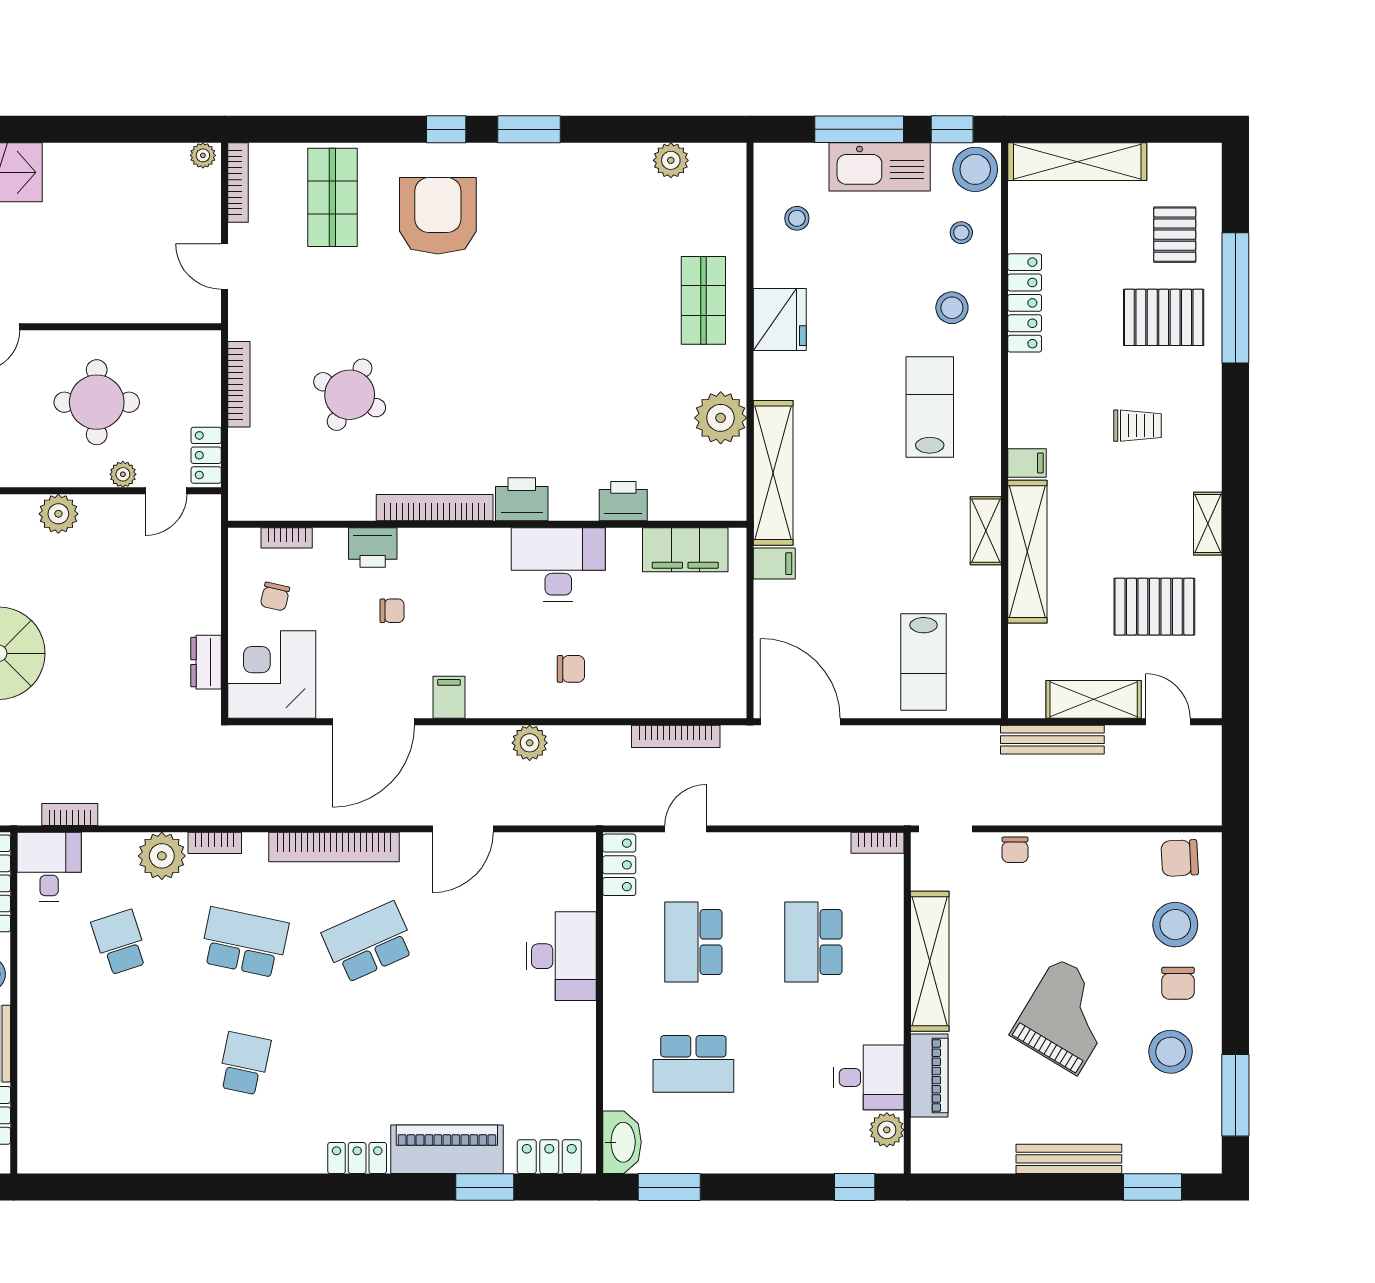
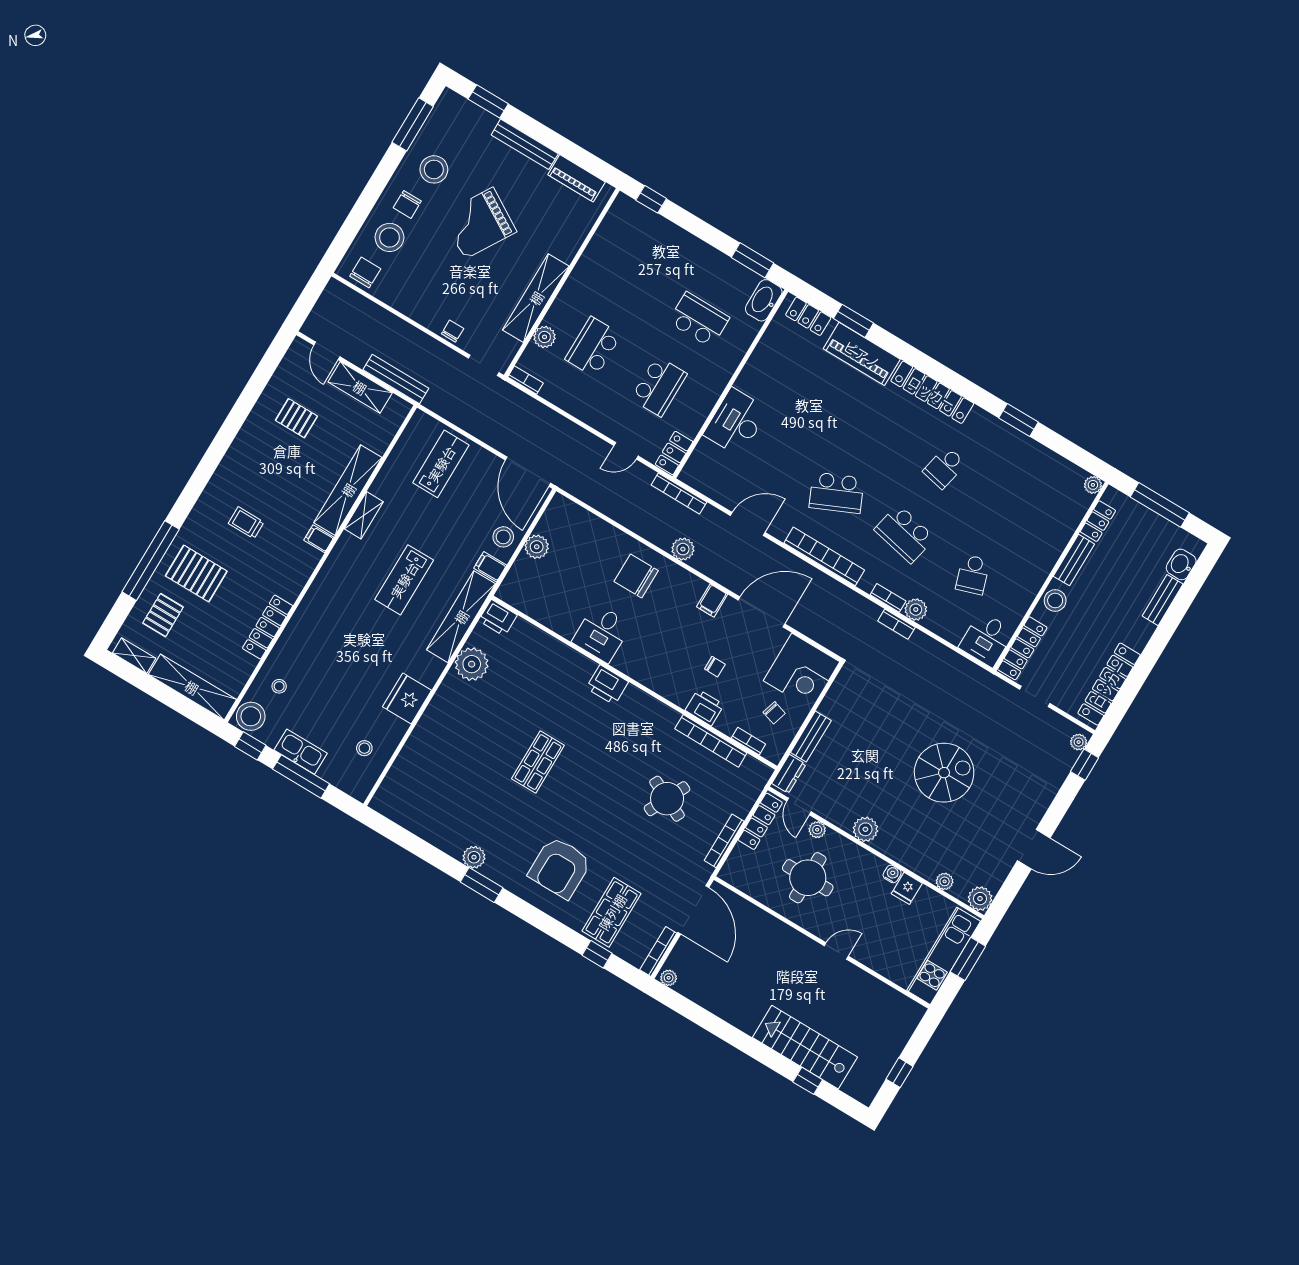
window: (446, 129) -> (597, 954), moved
plant: (671, 160) -> (474, 857), moved
kitchen sink: (880, 167) -> (301, 752), width x0.73, depth x0.81
door: (225, 267) -> (693, 910), width x1.88
shop shelf: (703, 300) -> (538, 762), moved
stool: (952, 308) -> (503, 537), moved
lab bench: (930, 407) -> (404, 580), moved
locker: (206, 455) -> (760, 821), width x1.53
door: (166, 491) -> (799, 806), swing flipped
printer: (623, 501) -> (498, 618), moved
bookcase: (435, 508) -> (711, 741), moved
shelving: (1208, 524) -> (134, 656), moved, turned 90
filing cabinet: (685, 550) -> (534, 604), removed
desk: (558, 564) -> (602, 633), width x0.73
bench: (207, 594) -> (811, 737), added
chair: (275, 597) -> (774, 713), turned 94
pallet: (1154, 607) -> (296, 418), width x0.67, depth x0.71
chair: (392, 611) -> (715, 667), turned 180
plant: (728, 628) -> (537, 547), added
dresser: (206, 662) -> (789, 774), moved
chair: (571, 669) -> (636, 576), width x1.87, depth x1.87
bookcase: (676, 736) -> (679, 494), moved, turned 180
bookcase: (70, 814) -> (896, 624), moved
plant: (162, 856) -> (916, 610), width x0.73, depth x0.73
chair: (1180, 858) -> (365, 272), turned -87
school desk: (813, 942) -> (593, 347), turned 180
chair: (1178, 983) -> (407, 204), turned 180
piano: (929, 1076) -> (577, 178), moved, turned -90
desk: (869, 1077) -> (607, 255), removed
plant: (887, 1130) -> (545, 337), moved
locker: (357, 1158) -> (932, 392), width x2.16, depth x1.21
plant: (31, 1160) -> (1093, 485), added
window: (183, 1187) -> (1018, 420), added

